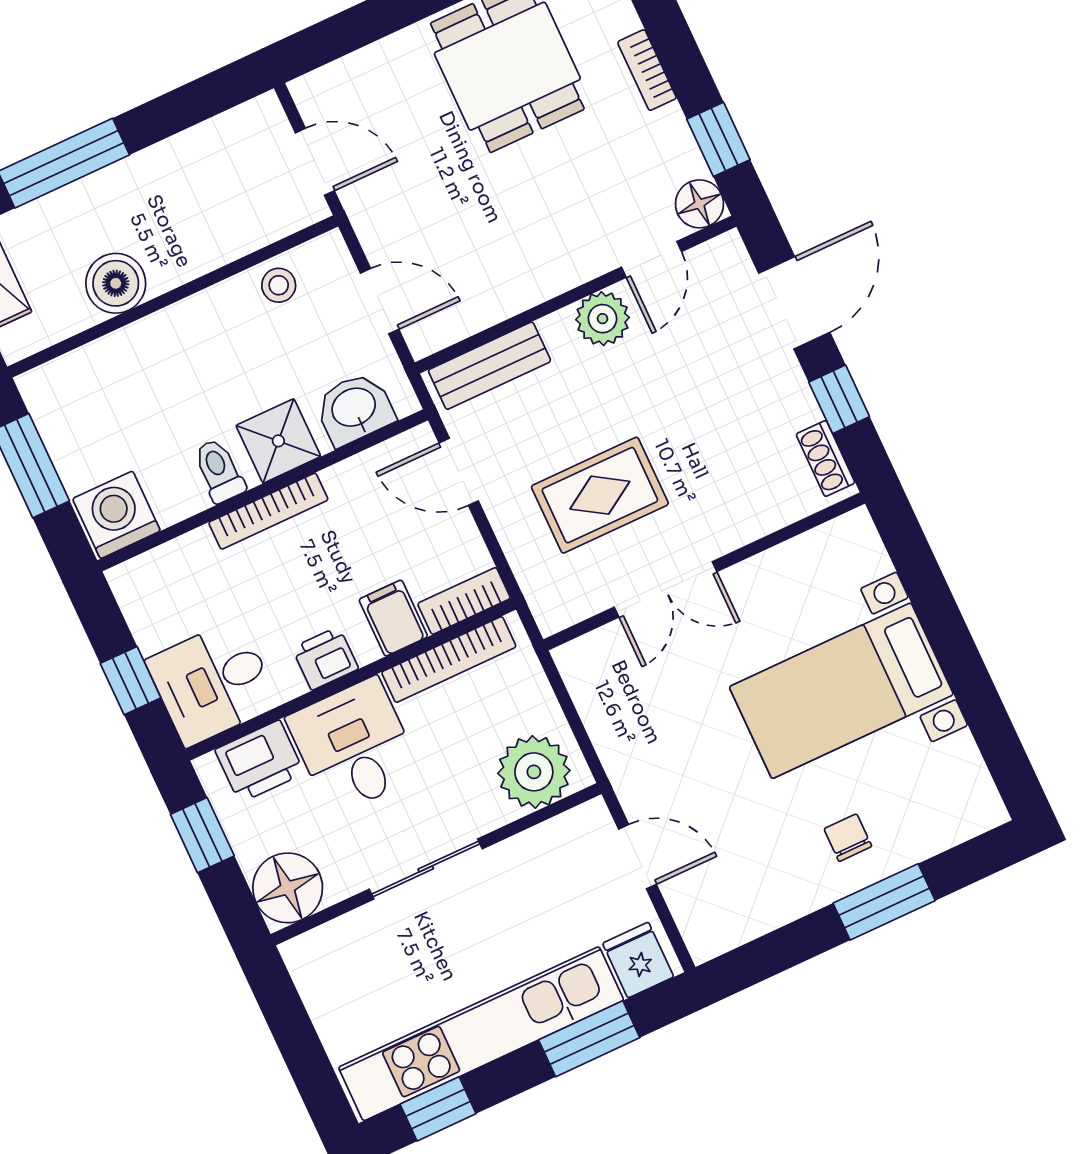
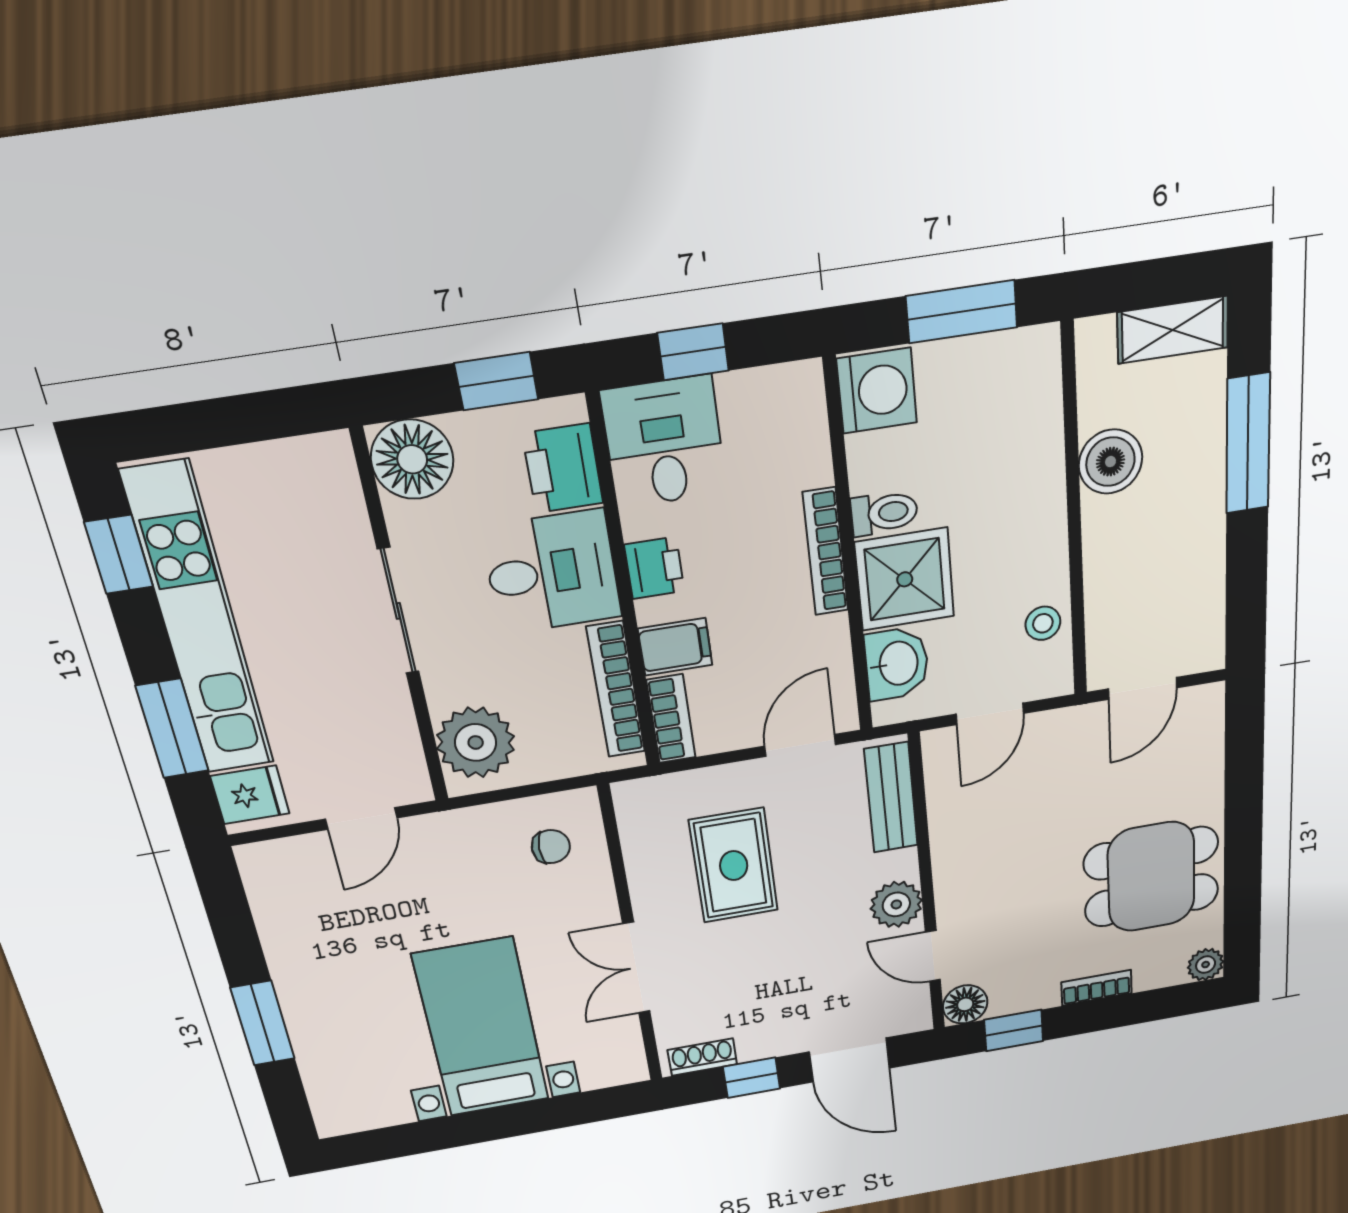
shower: (278, 441) -> (905, 579), width x1.36, depth x1.36
double door: (666, 589) -> (636, 968), moved
chair: (848, 838) -> (551, 847), moved

